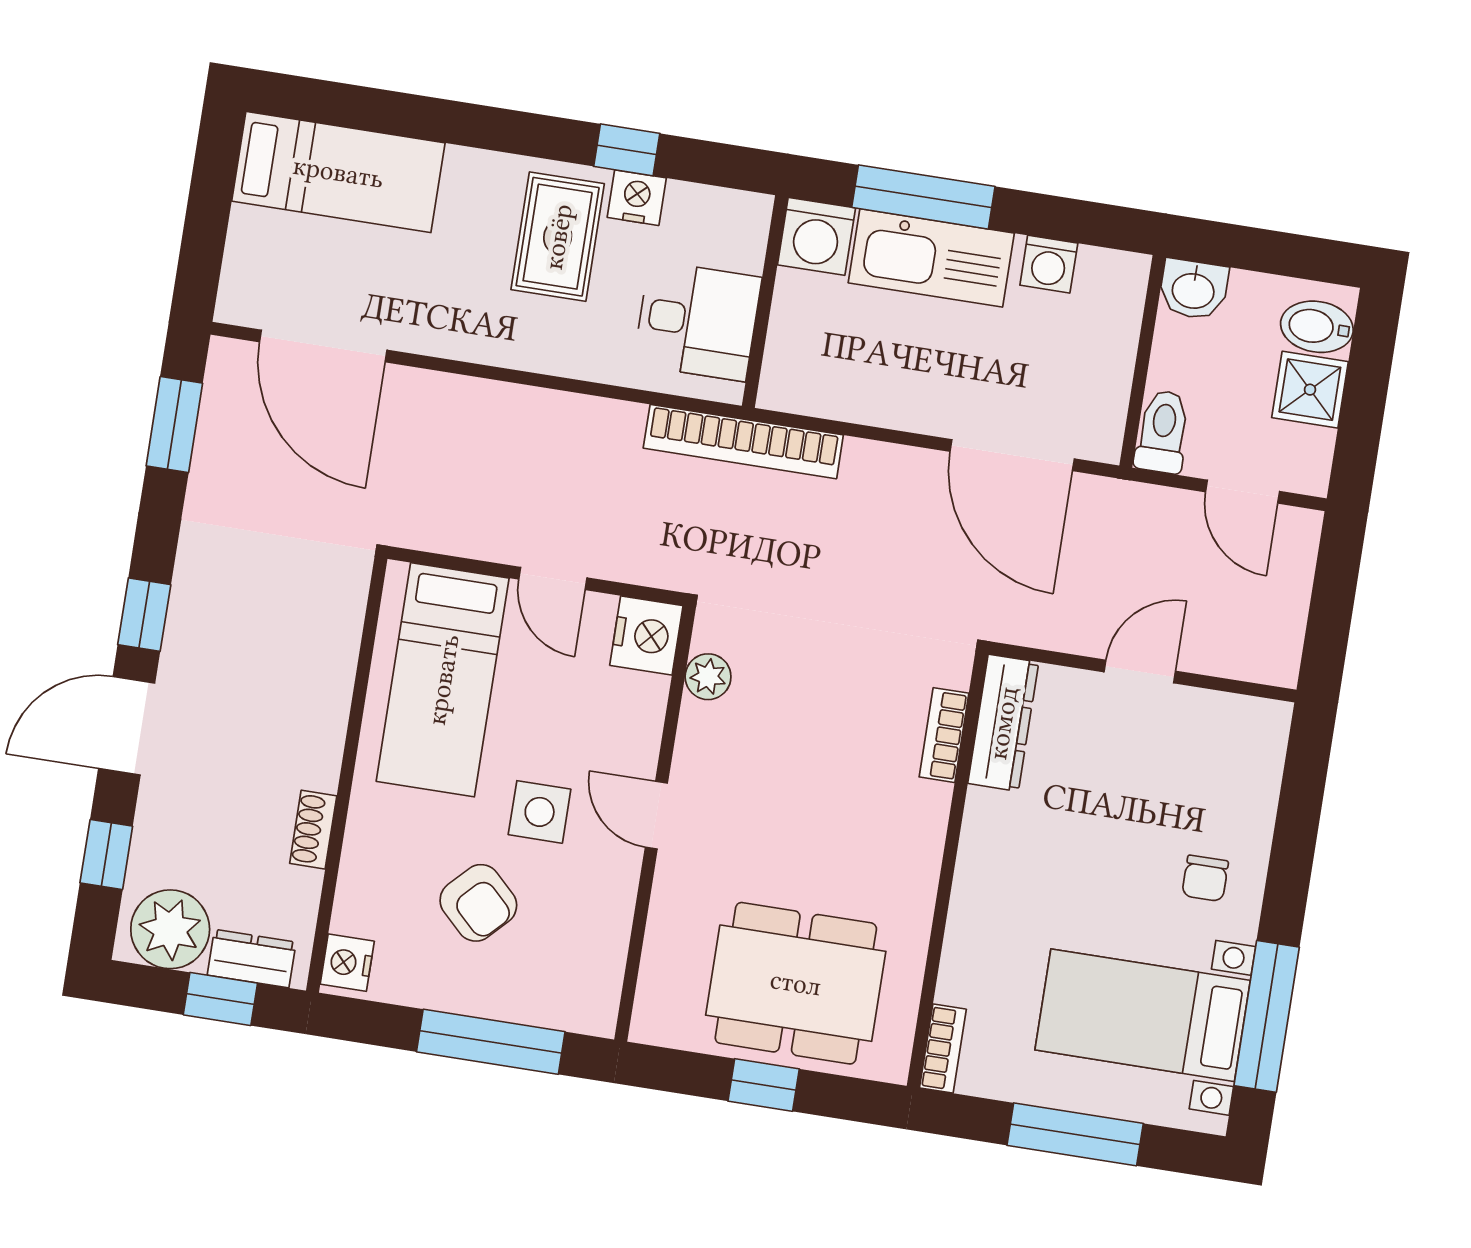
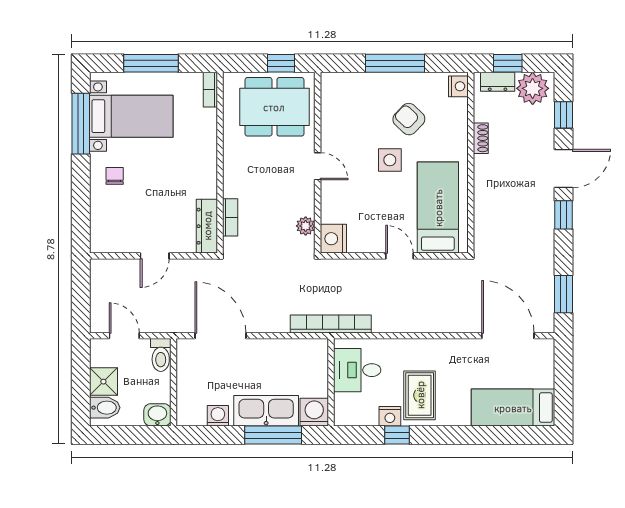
nightstand: (646, 636) -> (333, 239), moved
plant: (708, 677) -> (306, 226), moved
door: (656, 815) -> (318, 166), moved
wall: (655, 824) -> (318, 163), moved

